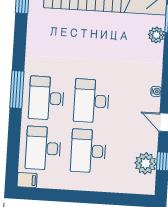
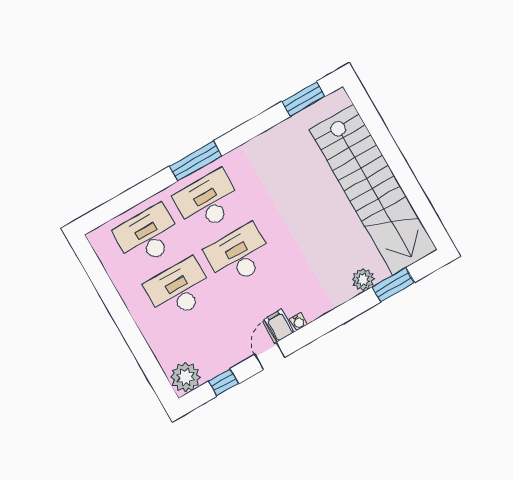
plant: (146, 163) -> (185, 377), moved
filing cabinet: (27, 180) -> (279, 326), moved, turned 180

